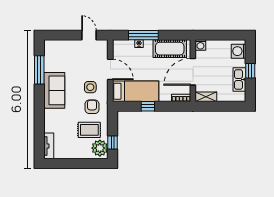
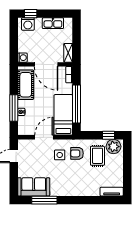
window: (250, 71) -> (31, 14), moved
sofa: (54, 90) -> (34, 187), moved
window: (148, 106) -> (77, 104), width x3.17

